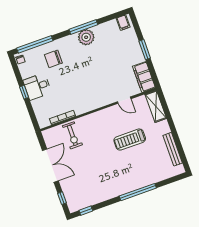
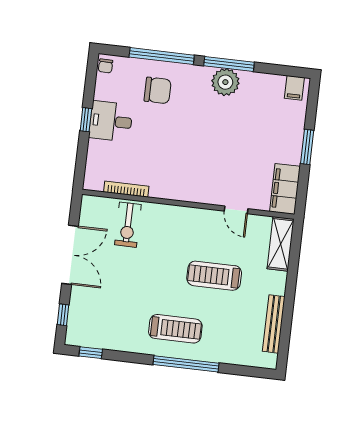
window: (35, 44) -> (162, 56), moved
chair: (53, 59) -> (158, 90), turned 180
treadmill: (123, 177) -> (175, 329), added

